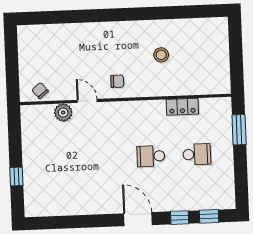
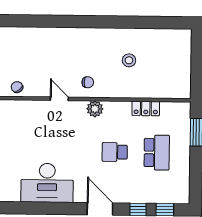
plant: (63, 113) -> (95, 109), moved
school desk: (197, 154) -> (157, 153), width x1.85
desk: (79, 194) -> (47, 183), added

